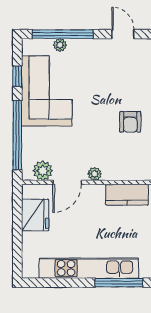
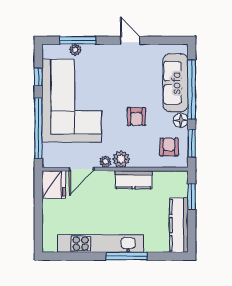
window: (63, 34) -> (78, 40), width x0.68
corner sofa: (47, 91) -> (72, 101), width x1.36, depth x1.36
plant: (43, 171) -> (121, 159), moved
fridge: (35, 215) -> (54, 184), moved

